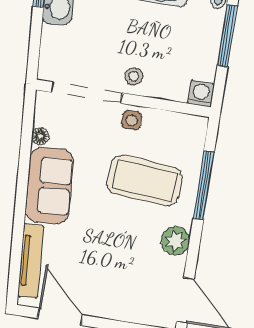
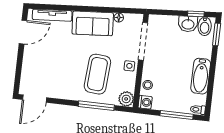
stool: (134, 76) -> (148, 85), moved
plant: (176, 241) -> (126, 99), moved

